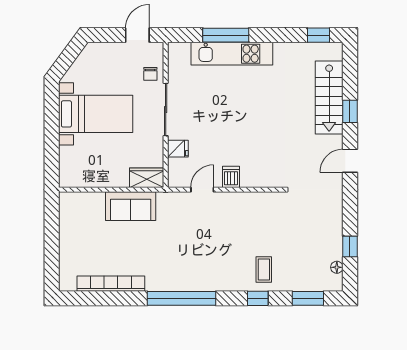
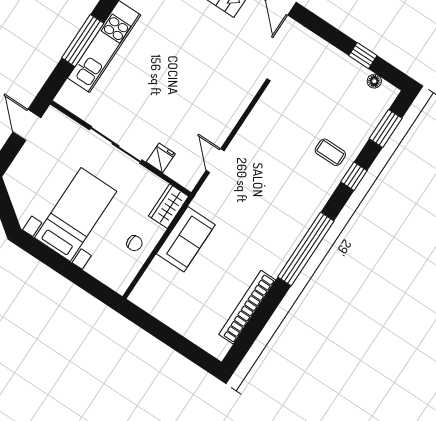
chair: (150, 74) -> (134, 243), moved
dishwasher: (231, 177) -> (221, 125), removed

